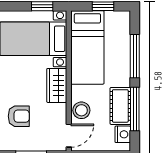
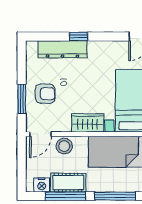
armchair: (19, 116) -> (45, 94), moved, turned -90
door: (69, 136) -> (40, 134), hinge flipped

